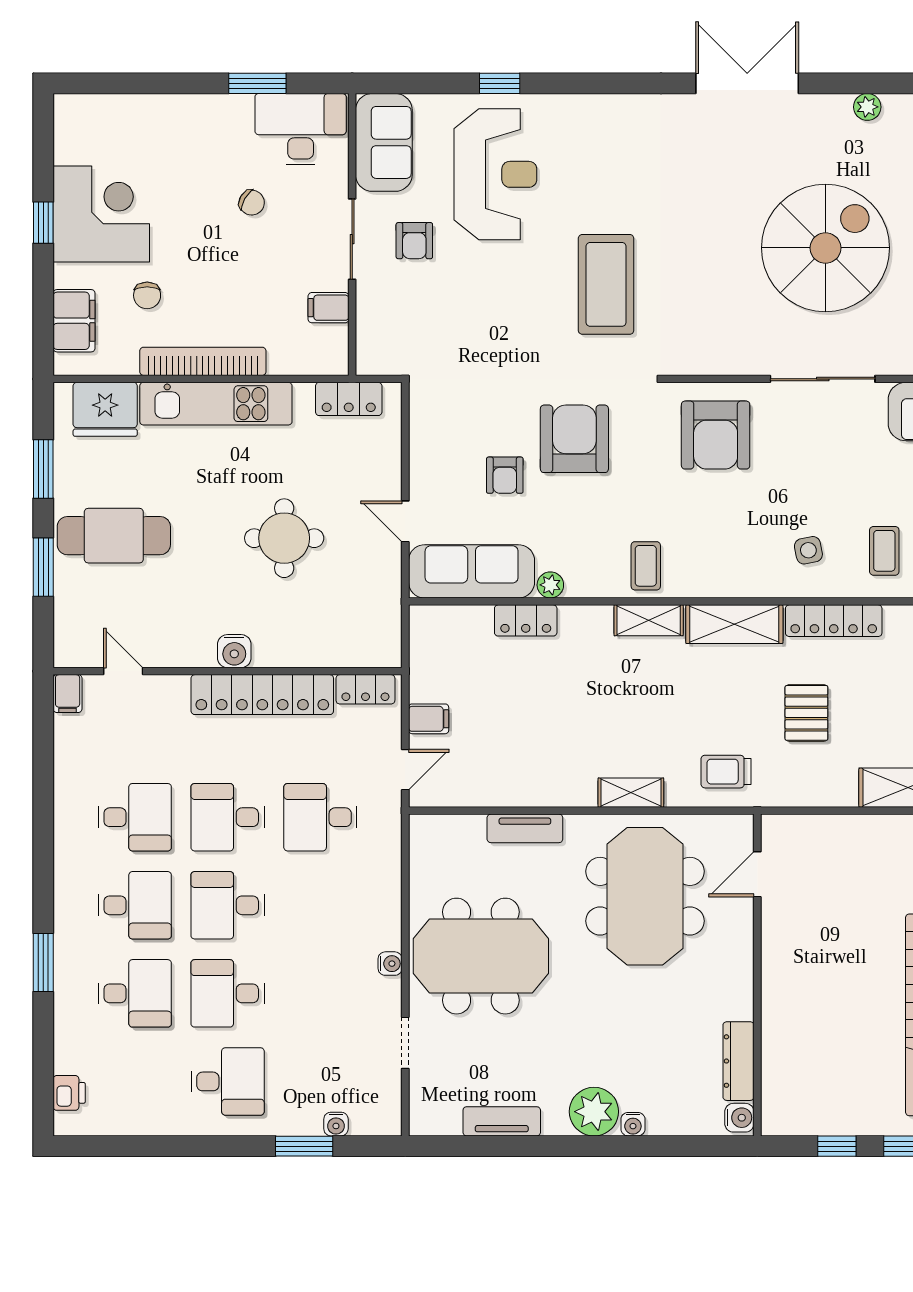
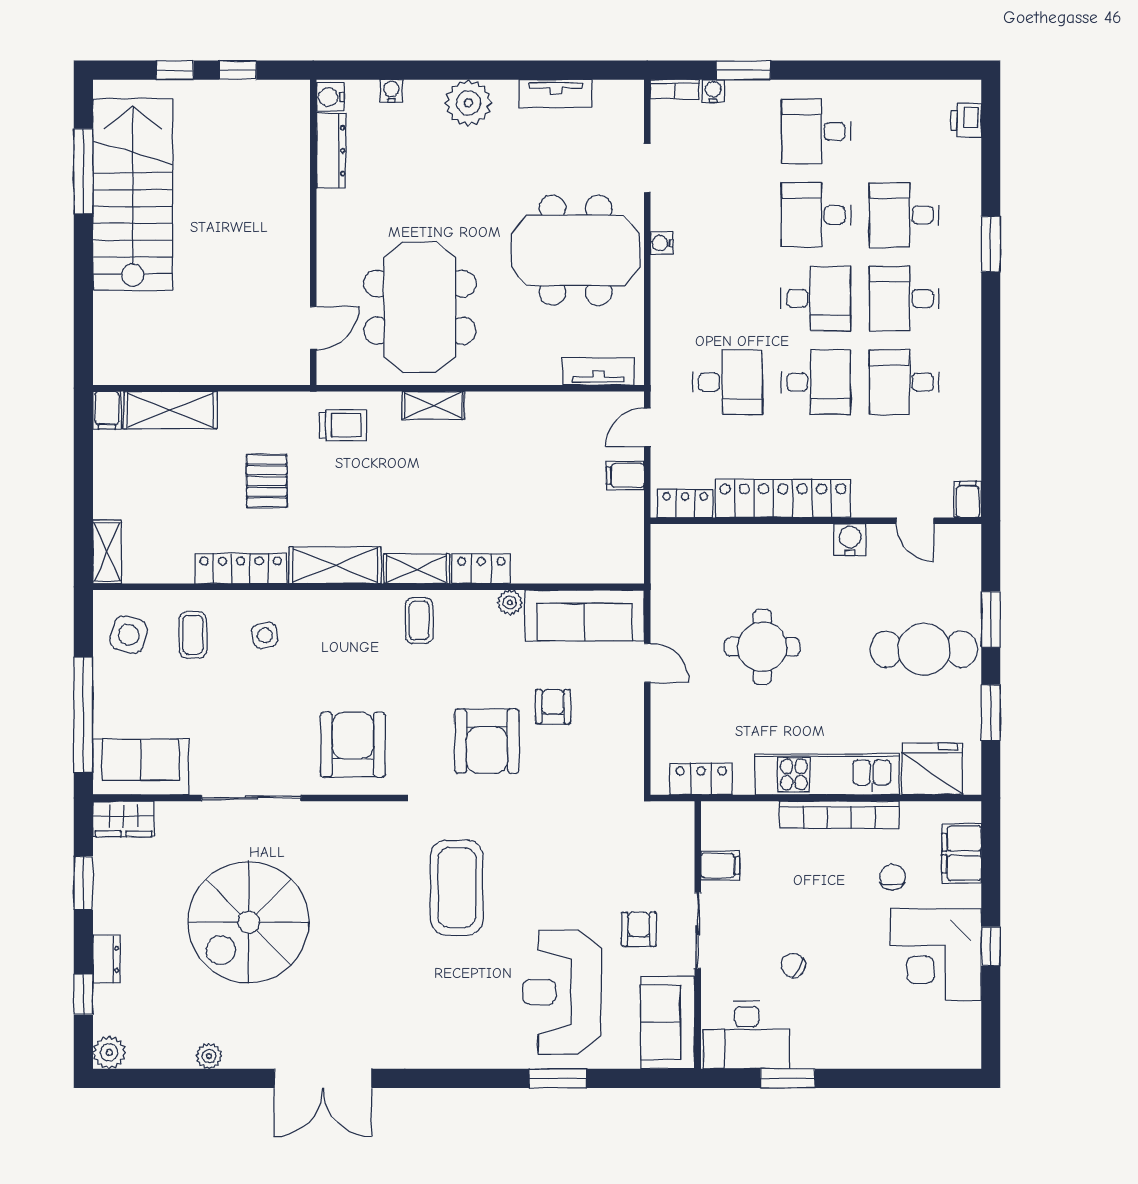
window: (500, 83) -> (558, 1078), width x1.50
locker: (526, 620) -> (481, 569), moved
water cooler: (234, 651) -> (850, 540), moved
tv unit: (525, 828) -> (598, 372), moved
desk: (228, 993) -> (816, 215), turned 180
water cooler: (633, 1124) -> (391, 91), moved
bookcase: (376, 1126) -> (675, 89), added

